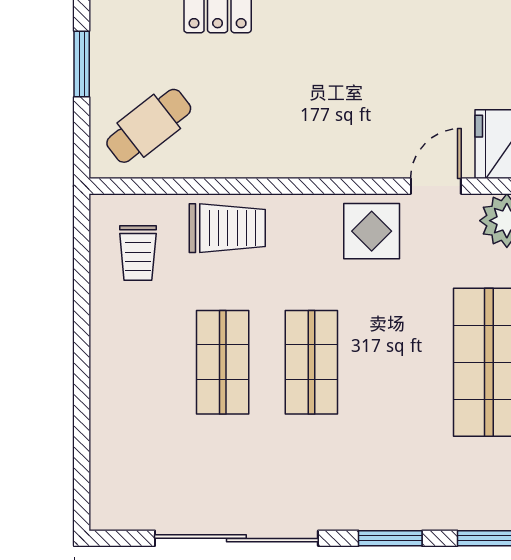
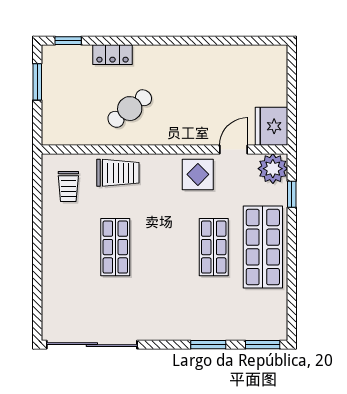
cafe table: (149, 126) -> (130, 109), moved
shop shelf: (311, 362) -> (214, 247), moved
sliding door: (236, 538) -> (92, 345), moved

